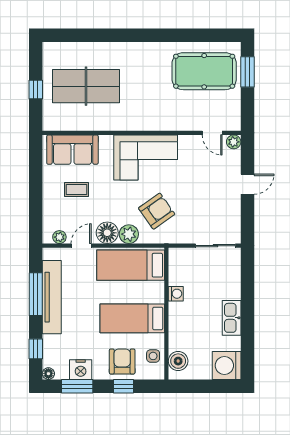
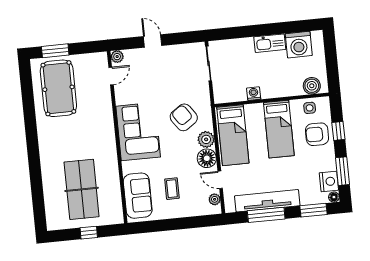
window: (36, 349) -> (314, 210), width x1.50
washing machine: (227, 365) -> (299, 45), moved
nightstand: (81, 370) -> (329, 181), moved

